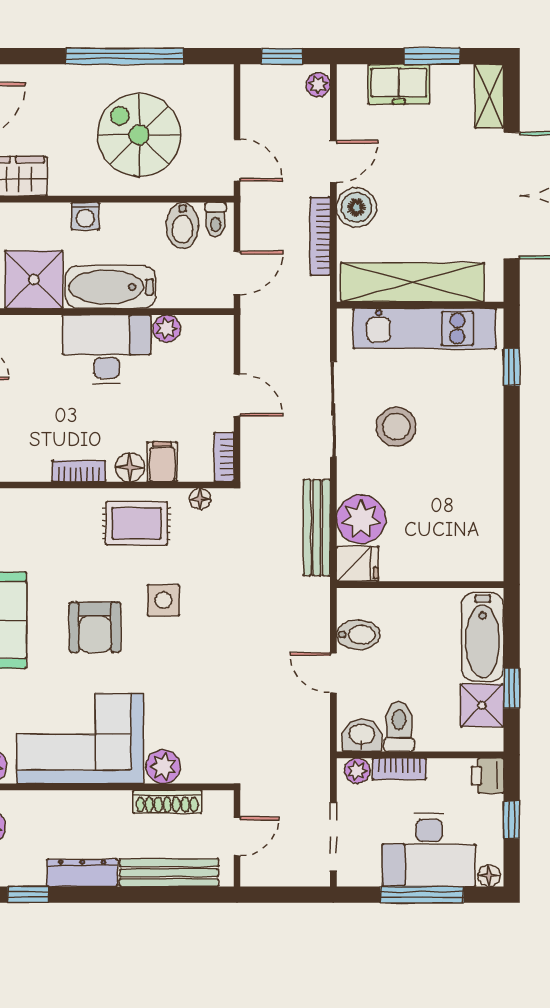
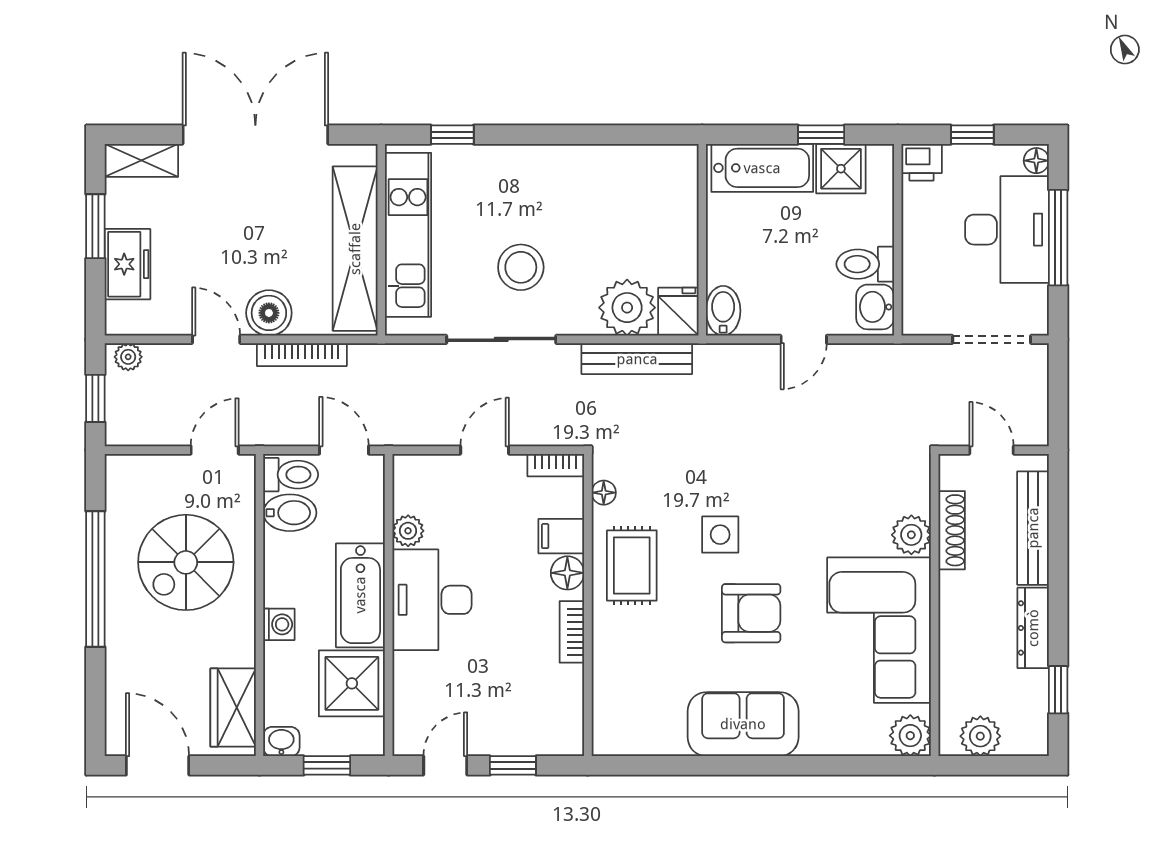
toilet: (216, 220) -> (291, 475), width x1.37, depth x1.39
bidet: (358, 635) -> (723, 311), moved
bookcase: (399, 769) -> (914, 264), removed
plant: (357, 771) -> (916, 312), removed

